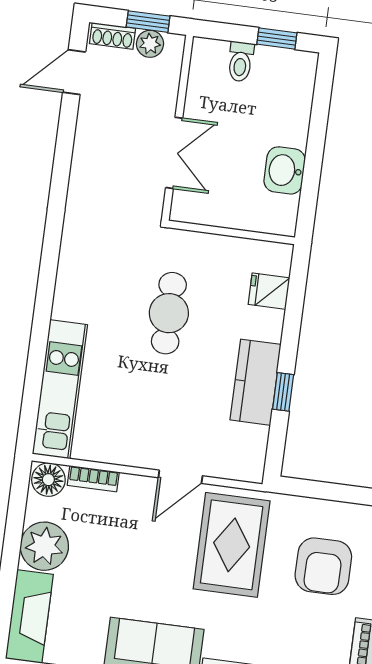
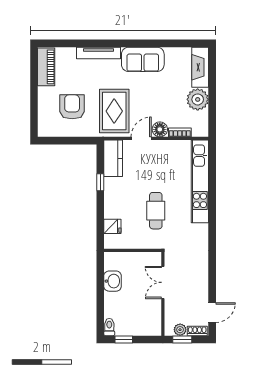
toilet: (241, 62) -> (109, 327), moved
kitchen counter: (256, 382) -> (113, 158), moved
kitchen unit: (60, 389) -> (200, 181), width x1.36
floor lamp: (48, 480) -> (160, 129), moved

